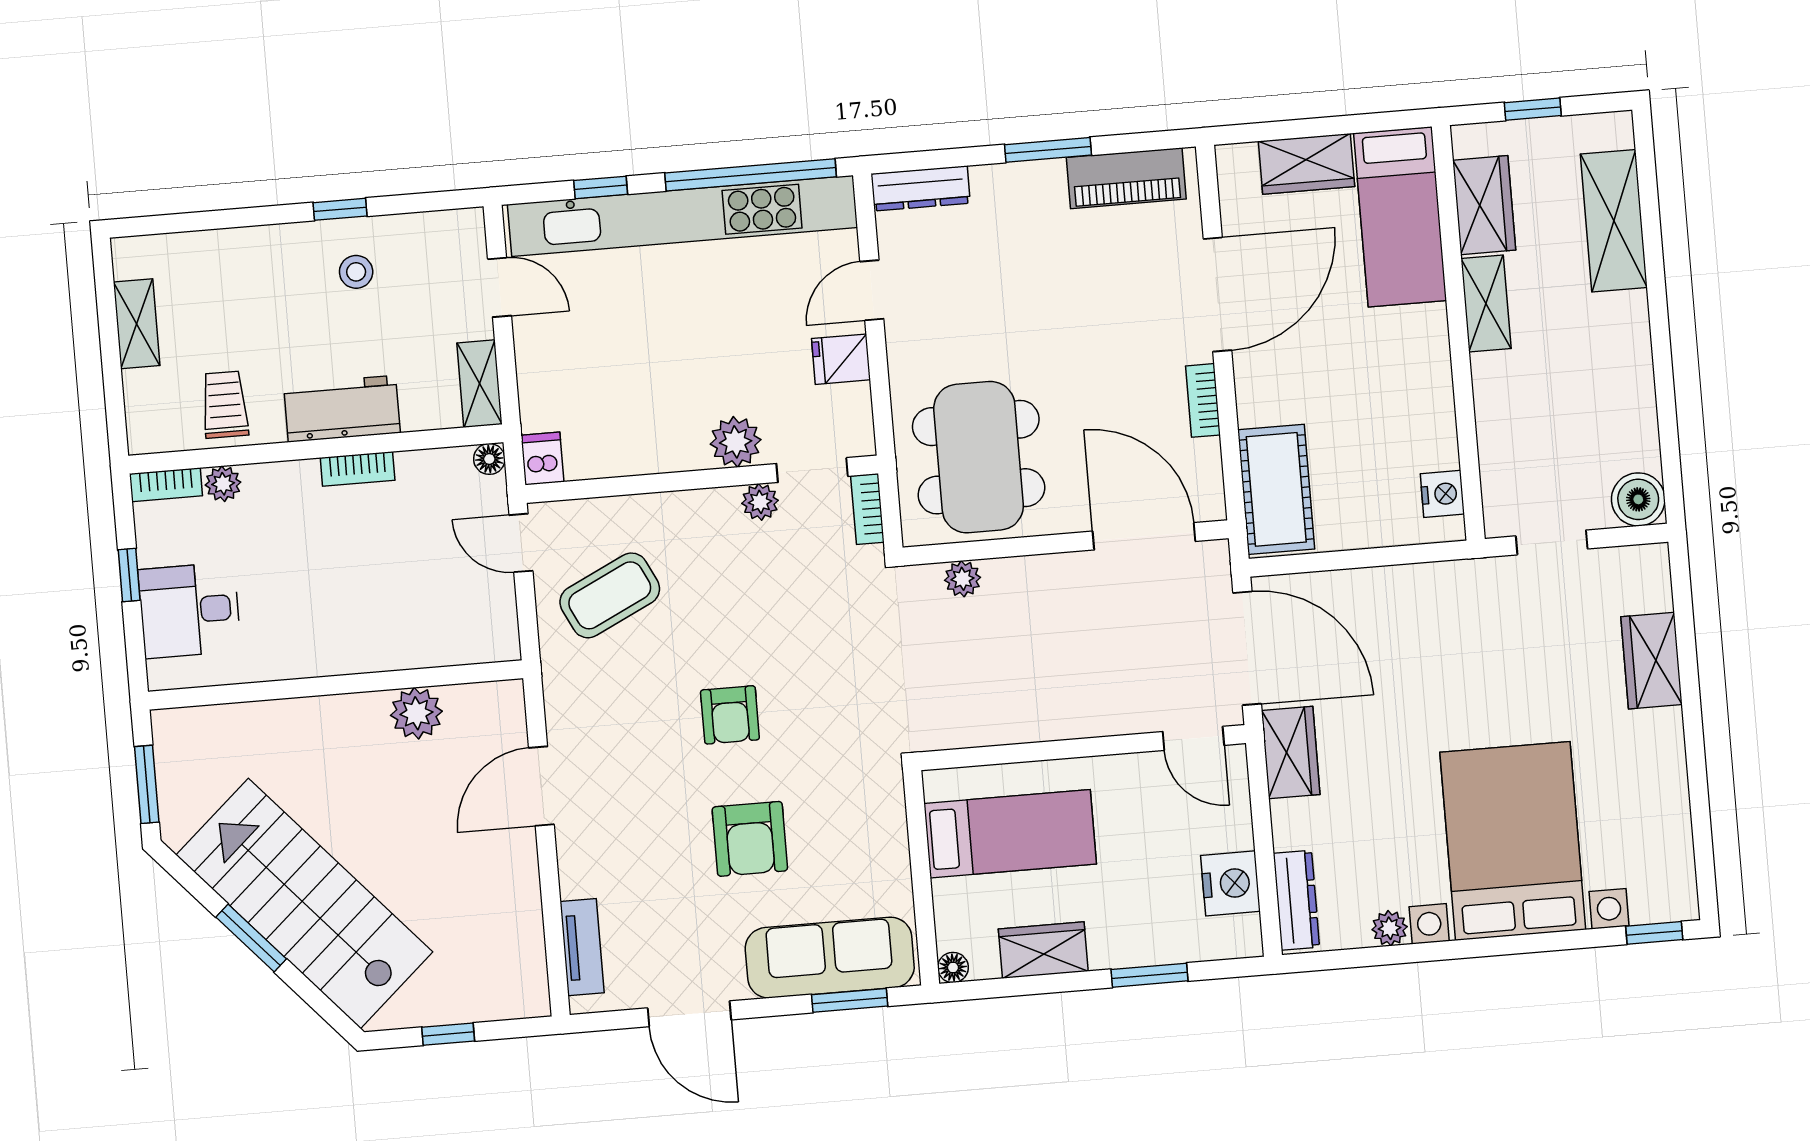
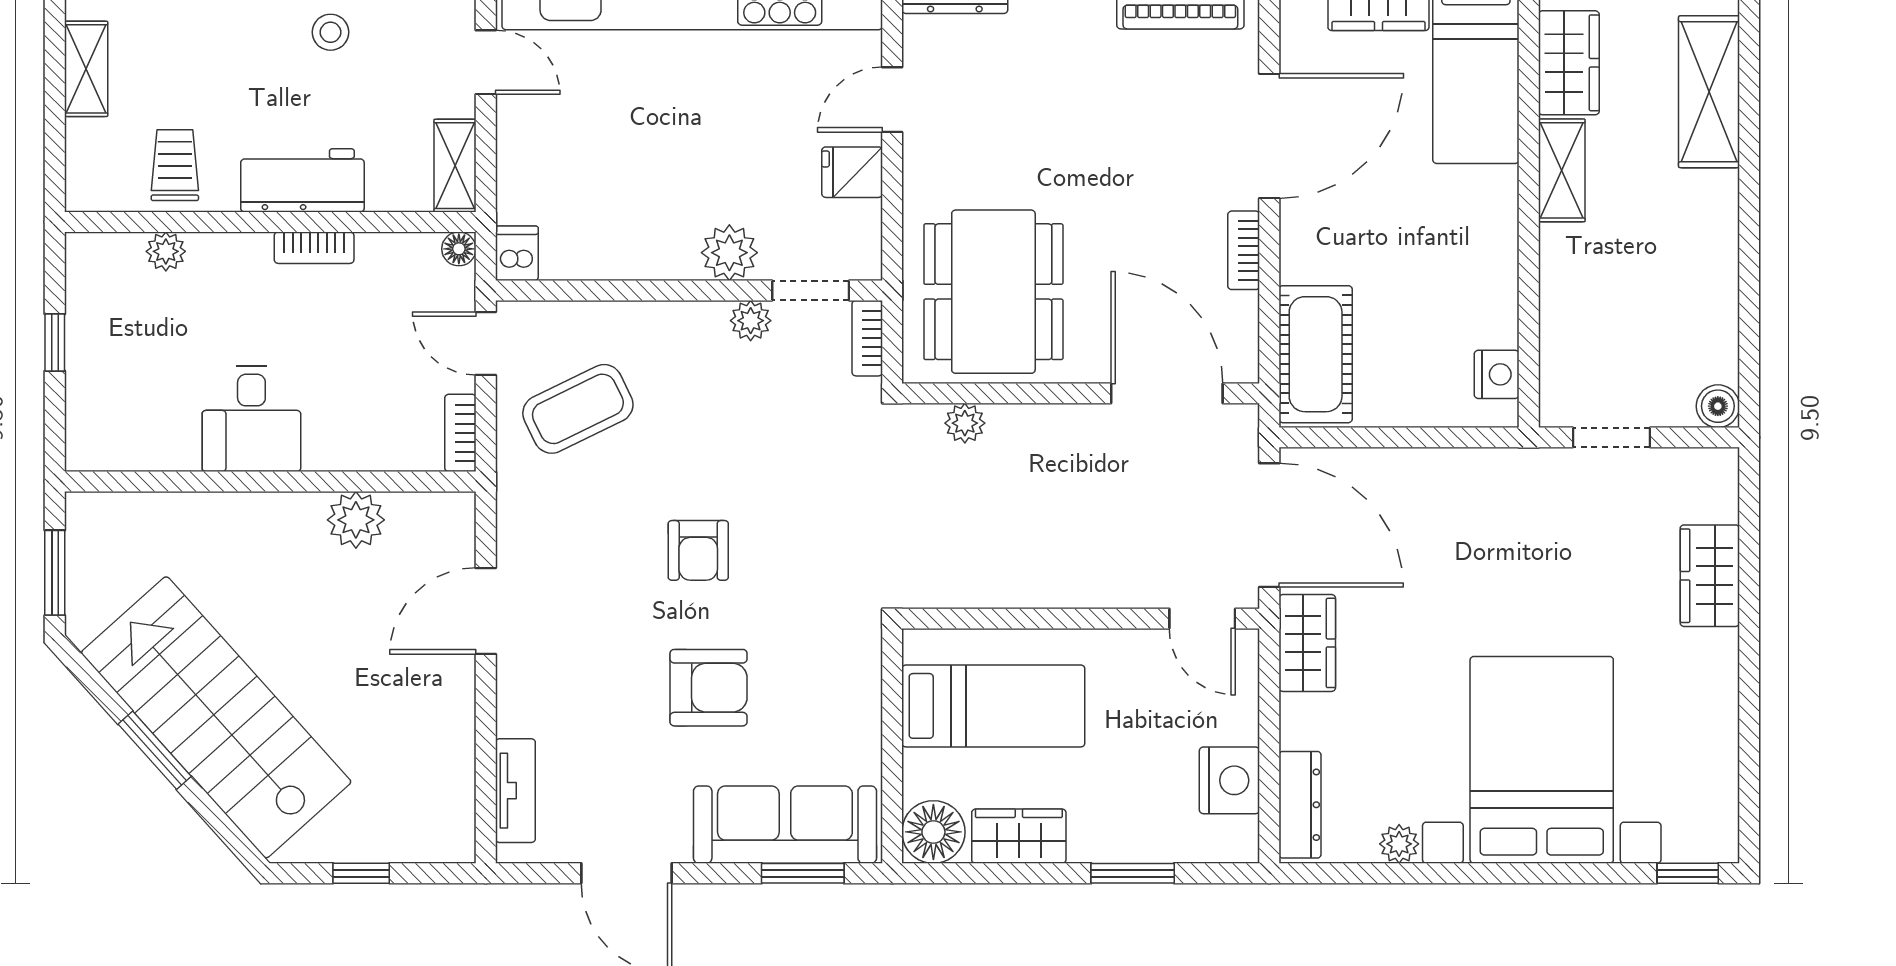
bookcase: (166, 485) -> (460, 433), moved, turned 90
boiler: (1638, 499) -> (1718, 406), width x0.73, depth x0.73
desk: (190, 610) -> (251, 419), moved, turned -90
armchair: (750, 839) -> (709, 688), turned -90
floor lamp: (953, 967) -> (933, 832), width x1.89, depth x1.89

